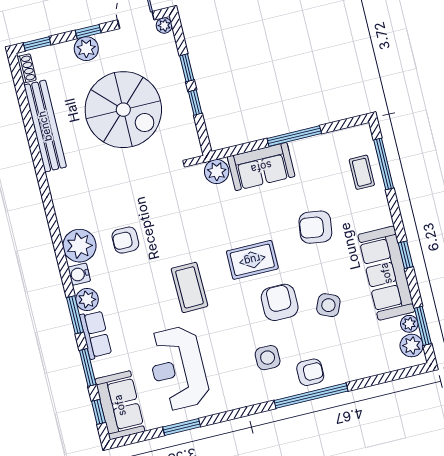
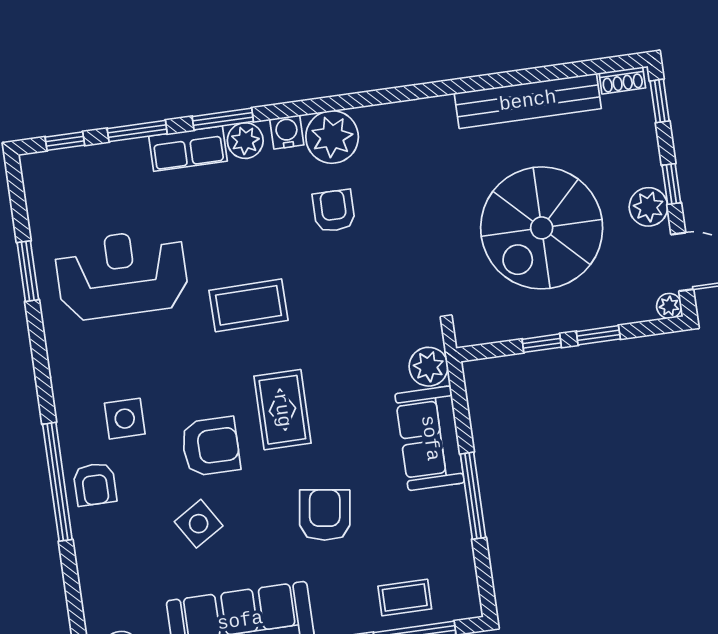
plant: (86, 49) -> (648, 207), moved
side table: (328, 305) -> (199, 524), turned 35
sofa: (120, 405) -> (72, 176), removed

